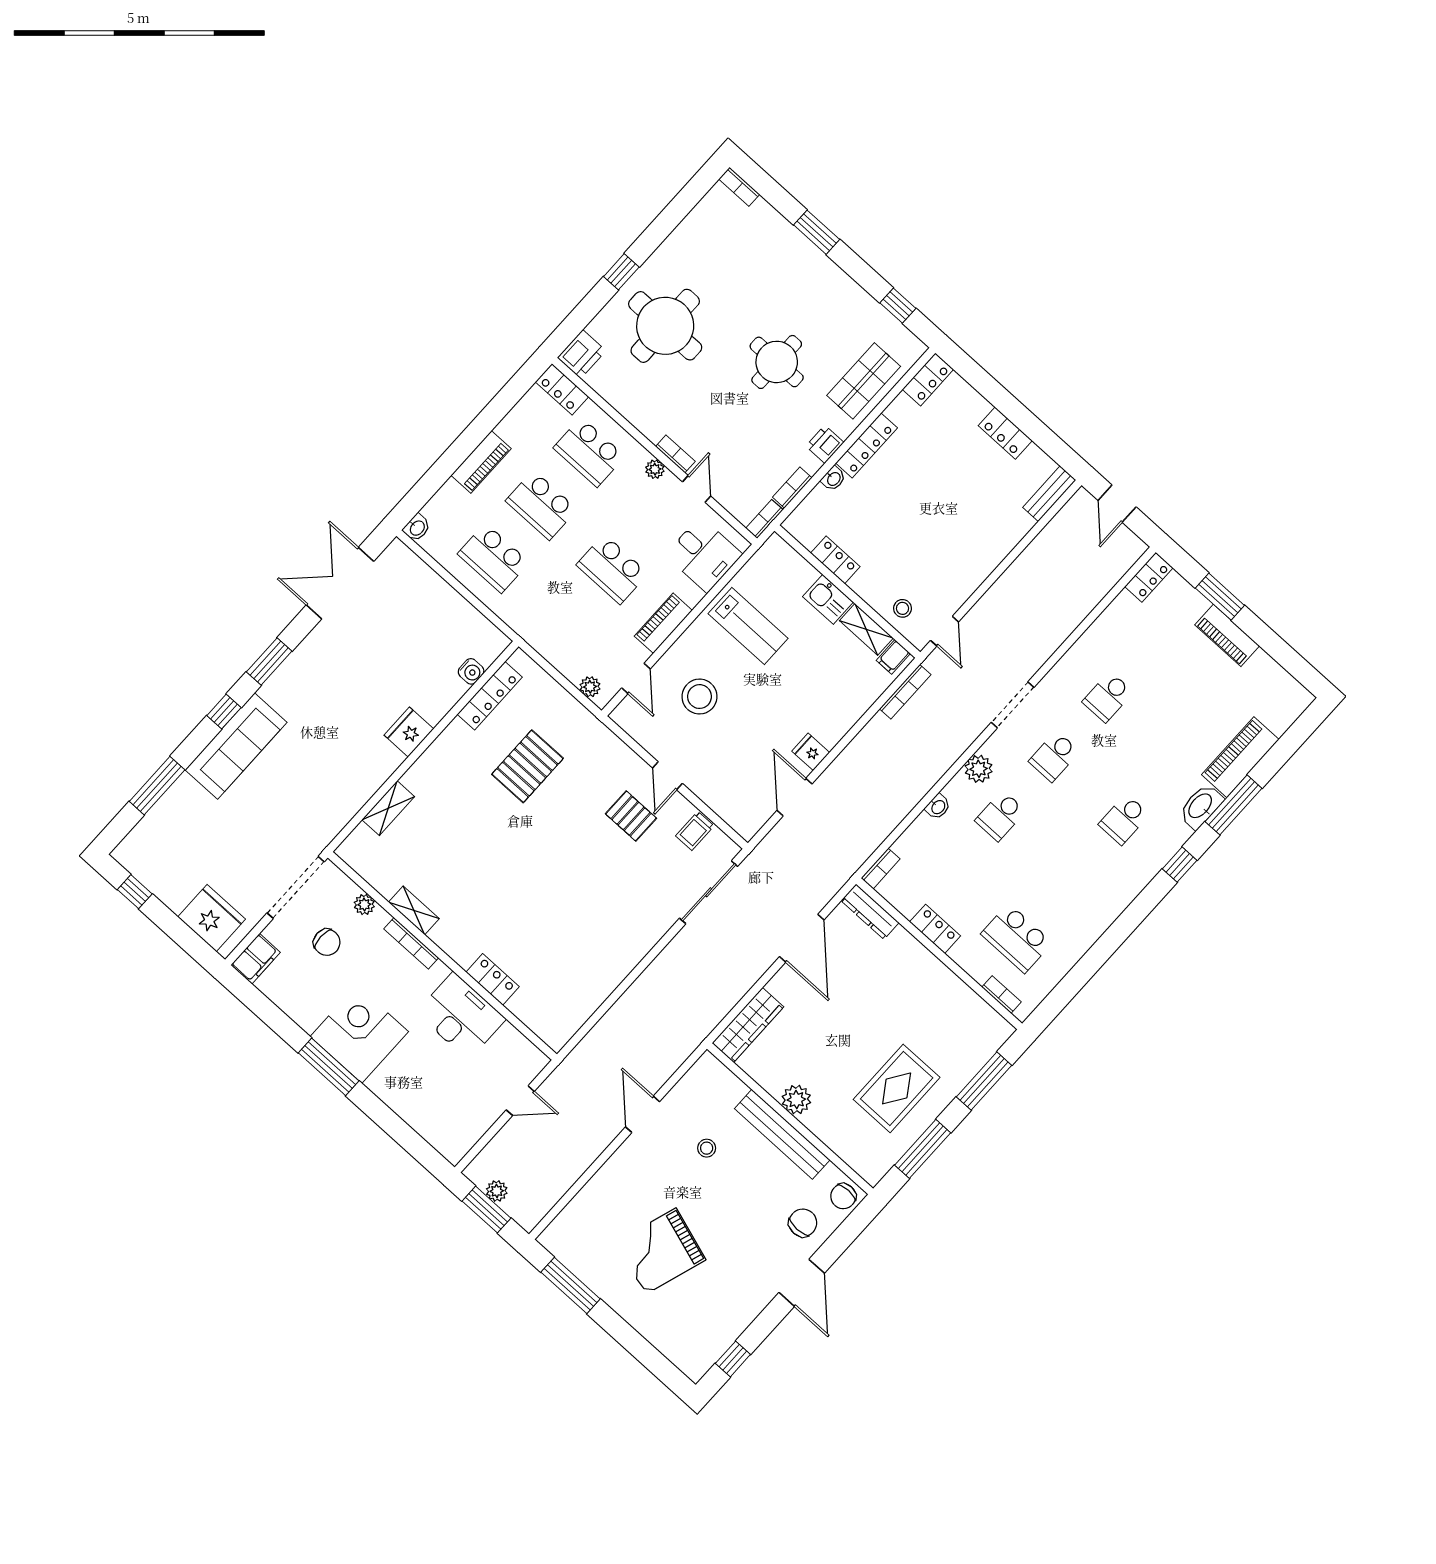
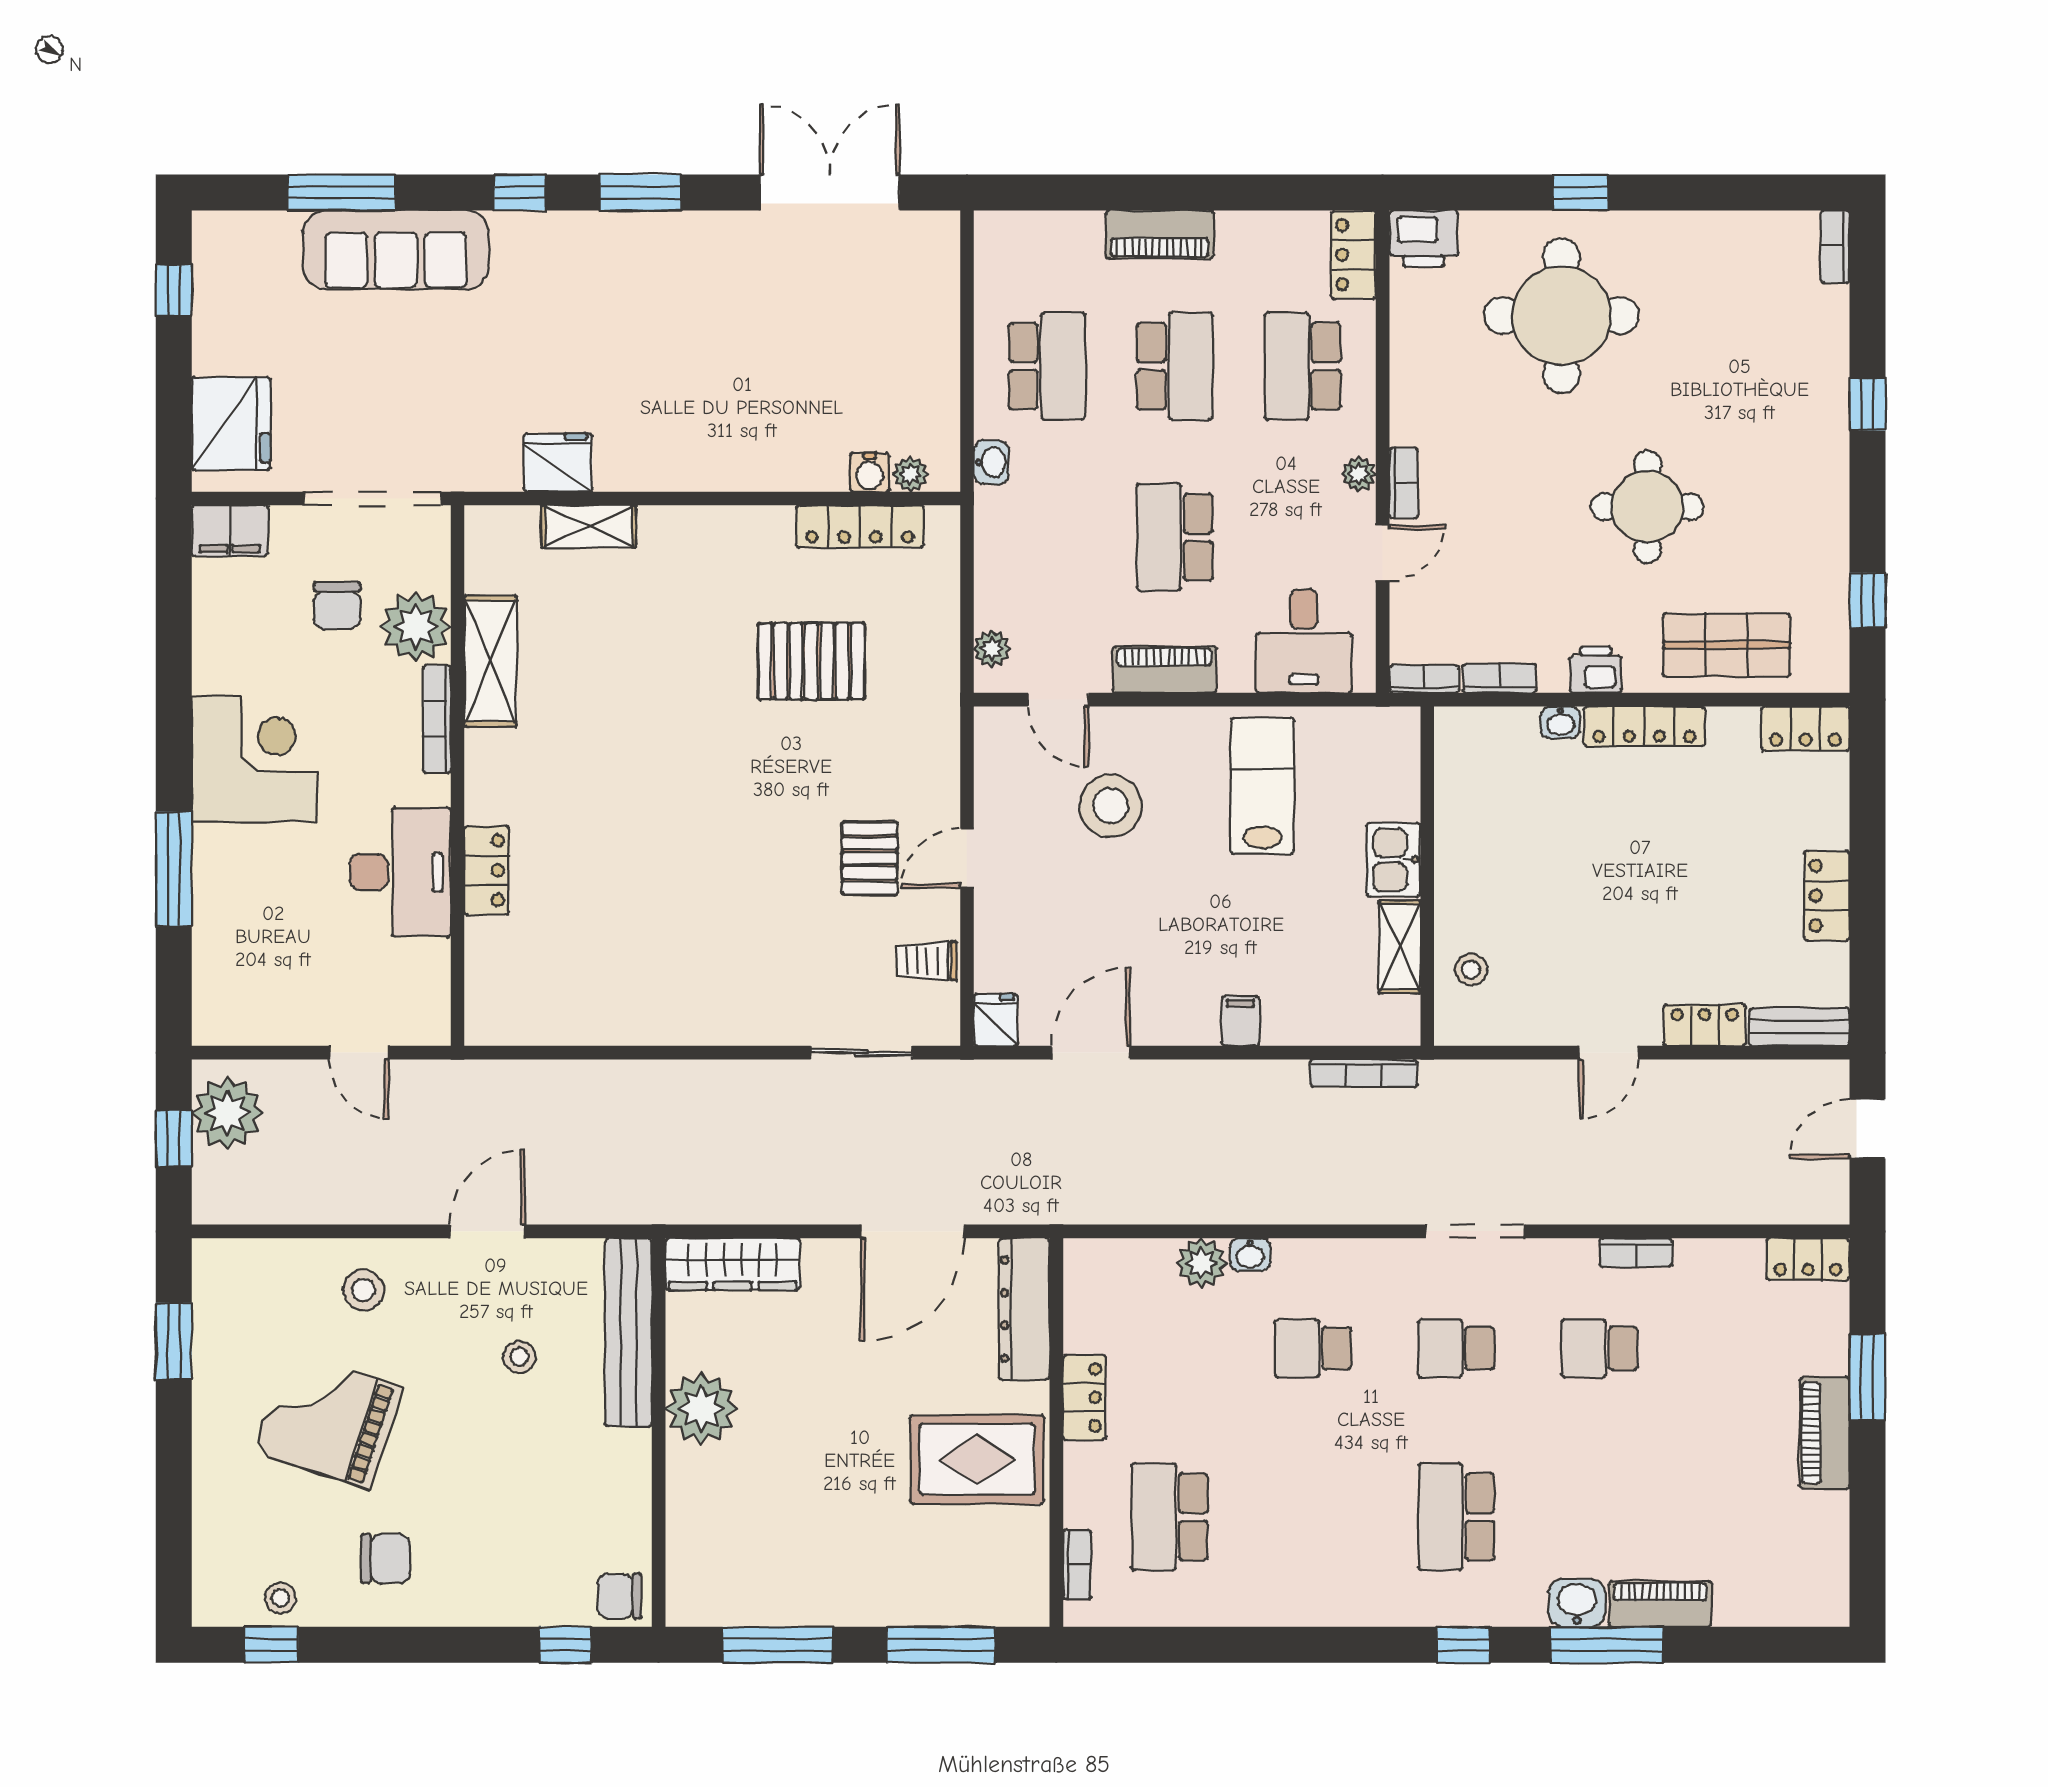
window: (817, 232) -> (1867, 404), width x0.67
school desk: (541, 505) -> (1175, 366), turned 180
washbasin: (417, 528) -> (991, 462), moved, turned -90
school desk: (493, 558) -> (1047, 366), turned 180
locker: (835, 560) -> (1705, 1025), moved, turned -90
lab bench: (748, 626) -> (1262, 786), turned 180
door: (945, 631) -> (1609, 1053), moved
plant: (487, 655) -> (910, 474), added
filing cabinet: (893, 657) -> (1240, 1021), moved, turned 90
door: (636, 678) -> (1058, 700), hinge flipped
fridge: (409, 732) -> (558, 462), moved
sofa: (236, 746) -> (396, 250), moved
fridge: (811, 752) -> (996, 1020), moved
piano: (1240, 757) -> (1660, 1604), width x0.73, depth x0.75
plant: (979, 769) -> (1201, 1263), moved
washbasin: (1201, 806) -> (1577, 1603), width x0.72
school desk: (1124, 819) -> (1456, 1517), width x1.85
bookcase: (881, 869) -> (1636, 1253), moved
sliding door: (709, 892) -> (861, 1053), width x0.73
plant: (364, 905) -> (416, 627), width x1.88, depth x1.88
shelving: (414, 910) -> (490, 661), width x1.50, depth x1.33
dresser: (870, 912) -> (1024, 1309), width x1.37, depth x1.24
window: (329, 1067) -> (174, 869), moved
rug: (897, 1088) -> (977, 1459), moved
plant: (796, 1100) -> (701, 1408), width x1.36, depth x1.36
bench: (782, 1134) -> (628, 1332), moved
stool: (620, 1188) -> (364, 1290), added
plant: (497, 1191) -> (227, 1113), width x1.87, depth x1.87
window: (486, 1210) -> (174, 1139), width x0.67
chair: (803, 1223) -> (386, 1559), moved
window: (843, 1237) -> (565, 1645), added
door: (802, 1283) -> (455, 1645), removed
window: (571, 1286) -> (174, 1341), width x0.69
stool: (717, 1337) -> (280, 1598), added

